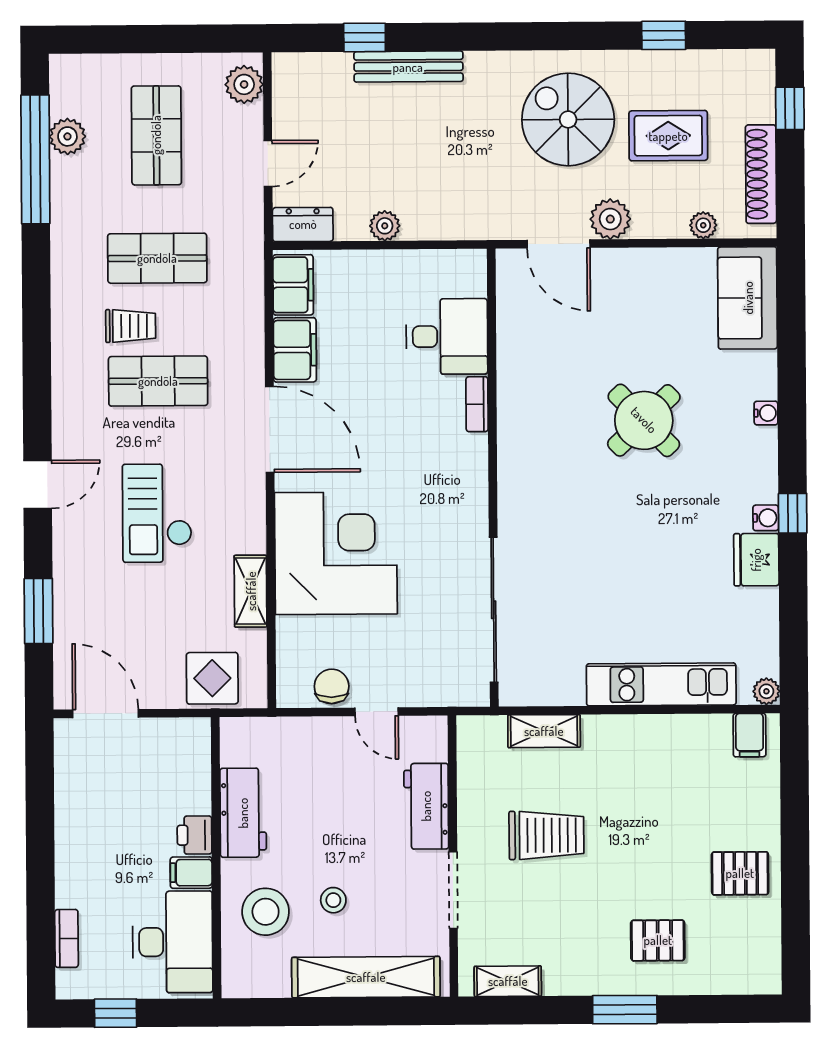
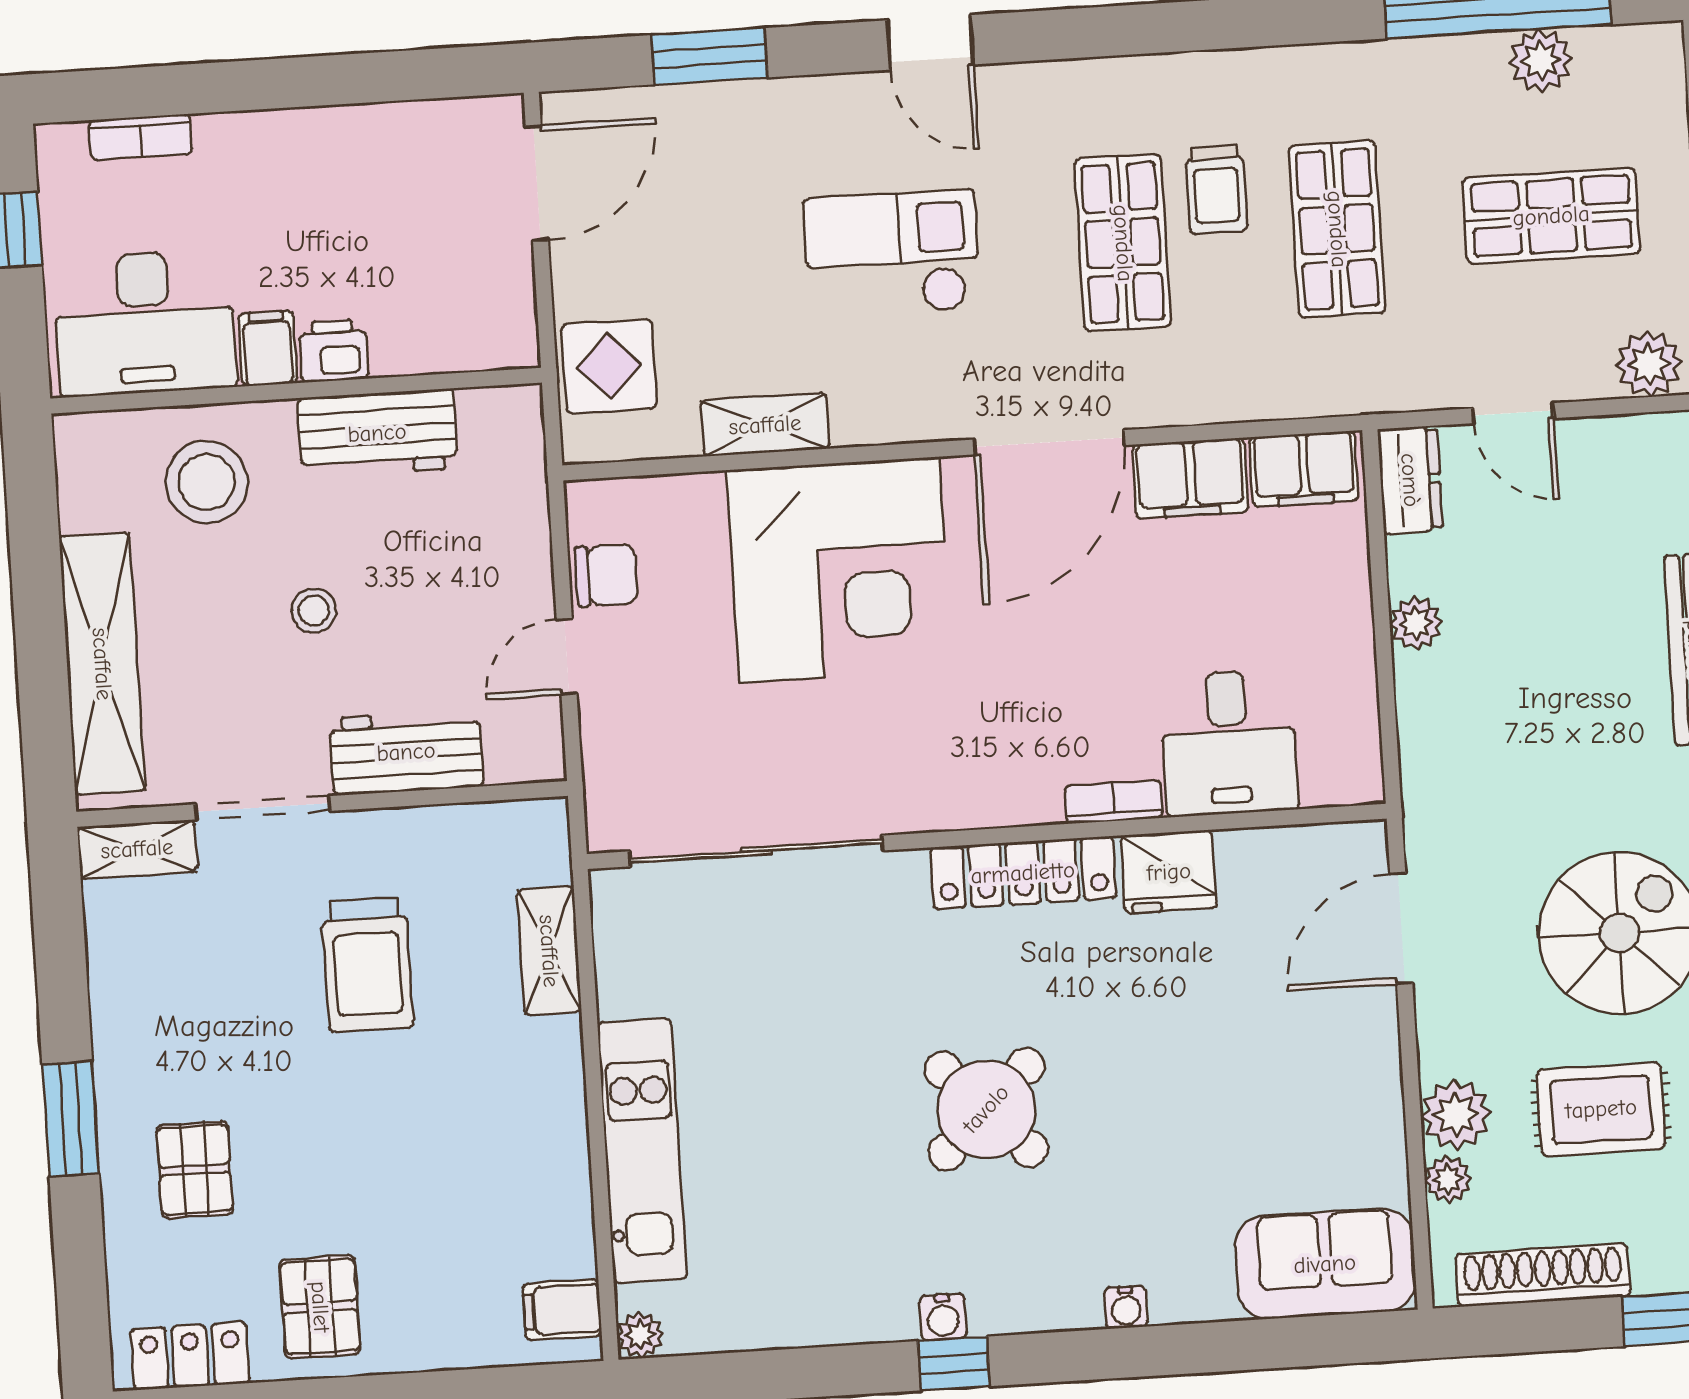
rug: (668, 136) -> (1601, 1109), turned 90
plant: (610, 219) -> (1456, 1115), moved
round table: (644, 420) -> (986, 1109), moved
locker: (515, 458) -> (1023, 873), added
fridge: (756, 560) -> (1169, 872), moved, turned 180
stool: (333, 900) -> (314, 611), moved
locker: (764, 949) -> (190, 1356), added
shelving: (508, 981) -> (137, 849), moved, turned 90

